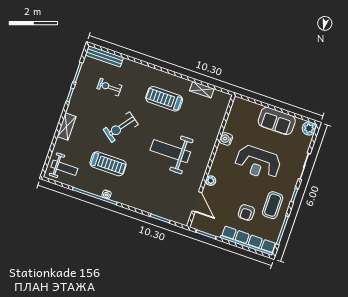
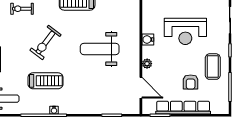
water cooler: (226, 139) -> (148, 39), moved
row of seats: (248, 241) -> (183, 108), moved

